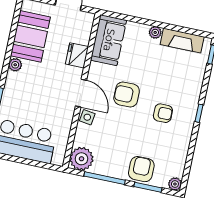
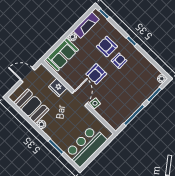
sofa: (109, 40) -> (62, 54), moved, turned 90
door: (81, 93) -> (80, 98), hinge flipped
plant: (82, 159) -> (116, 121), removed
armchair: (141, 169) -> (107, 46), moved

